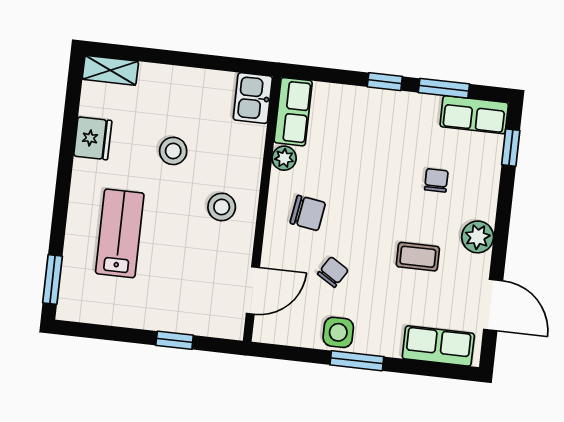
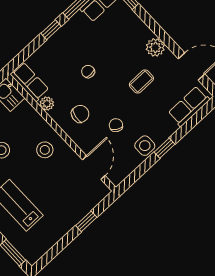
chair: (436, 180) -> (88, 72), moved
window: (357, 361) -> (164, 148), width x0.67

